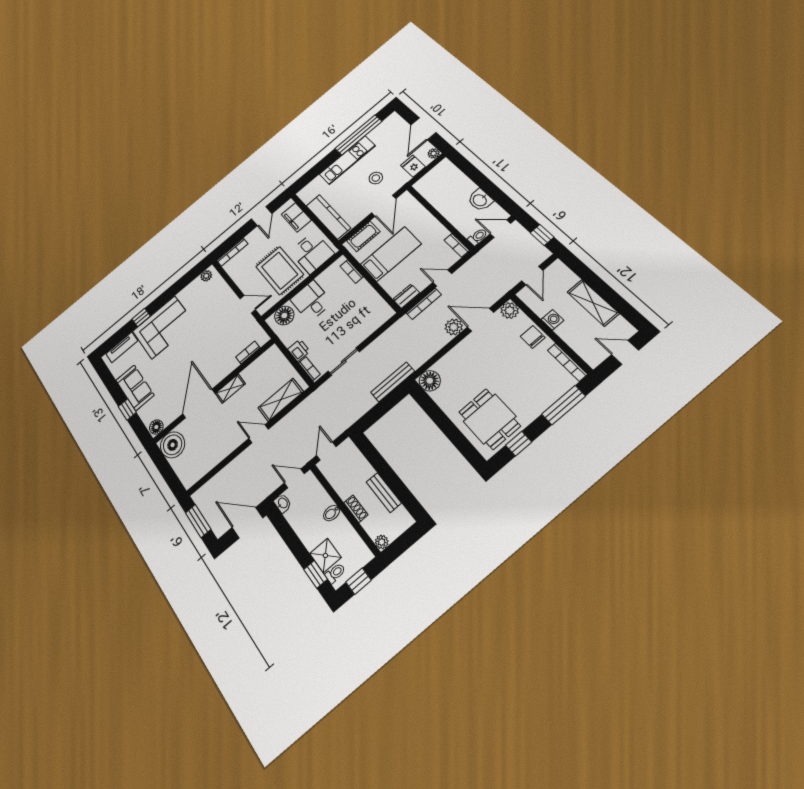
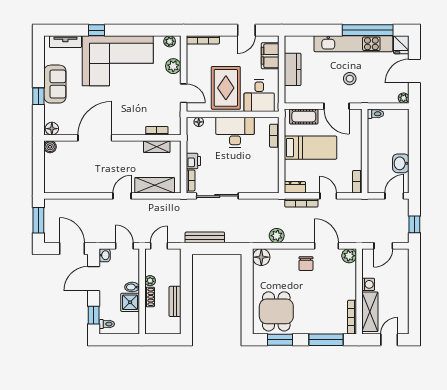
kitchen unit: (347, 160) -> (353, 44), width x1.36
fridge: (413, 166) -> (401, 45), moved, turned 180
door: (384, 206) -> (337, 106), hinge flipped
kitchen counter: (328, 217) -> (293, 69), width x0.67
door: (500, 229) -> (394, 196), hinge flipped
toilet: (478, 237) -> (375, 114), moved
plant: (223, 291) -> (173, 66), added
desk: (311, 301) -> (235, 132), width x1.37
shelving: (593, 303) -> (370, 312), moved
floor lamp: (284, 316) -> (199, 122), width x0.53, depth x0.53
corner sofa: (163, 327) -> (118, 61), width x1.36, depth x1.36
plant: (454, 327) -> (277, 236), moved
chair: (533, 337) -> (306, 264), moved, turned 180
door: (625, 352) -> (389, 340), hinge flipped
sliding door: (344, 362) -> (217, 196), width x1.37
bench: (393, 382) -> (205, 237), moved
shelving: (230, 389) -> (157, 147), moved
door: (259, 434) -> (122, 196), hinge flipped
window: (519, 444) -> (280, 340), width x1.50
boiler: (173, 445) -> (50, 147), width x0.54, depth x0.54
door: (289, 536) -> (94, 279), added
plant: (382, 542) -> (150, 281), moved
shower: (325, 555) -> (130, 302), moved
window: (359, 581) -> (118, 340), removed

